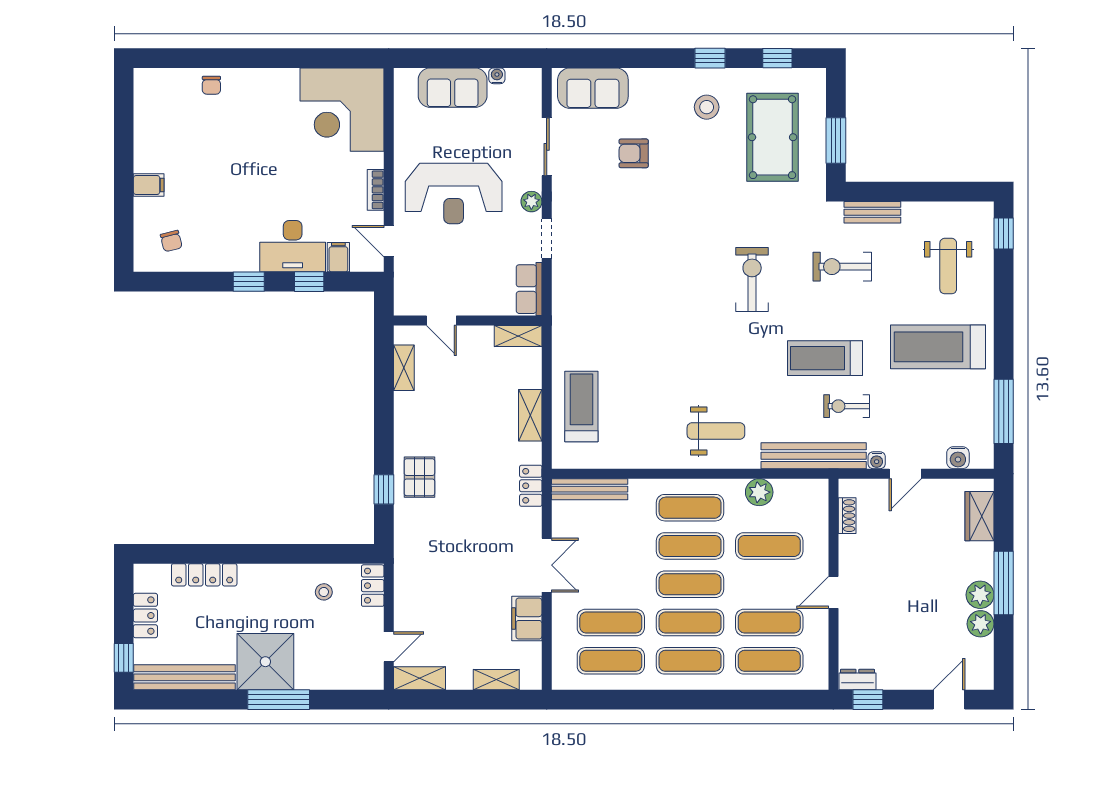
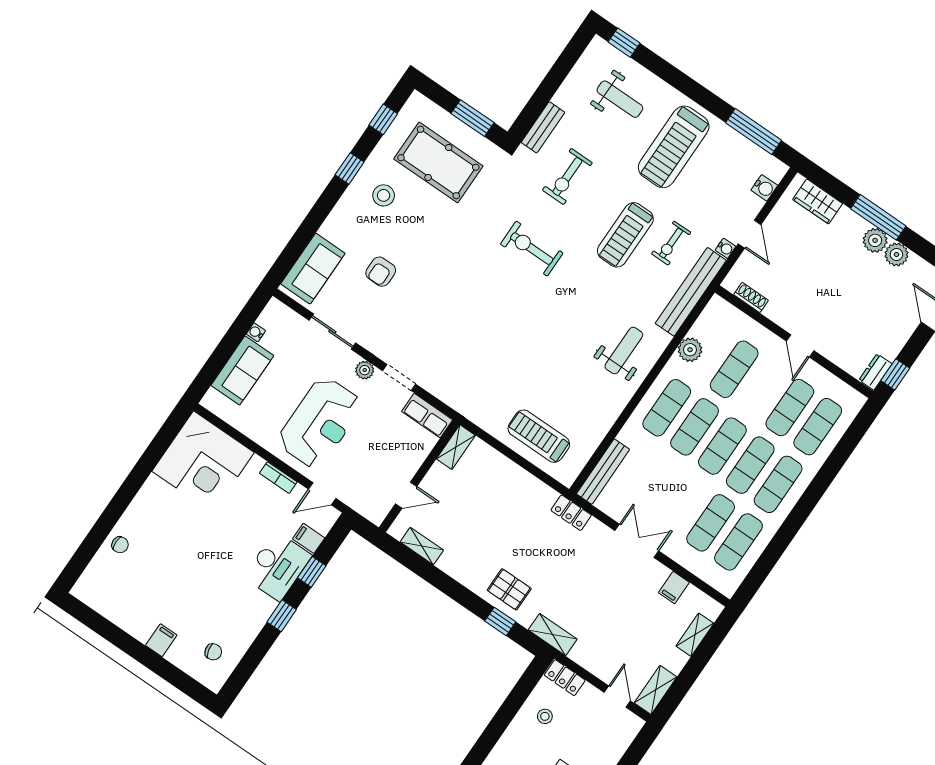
shelving: (530, 415) -> (553, 635), moved
filing cabinet: (527, 619) -> (674, 588), width x0.50

